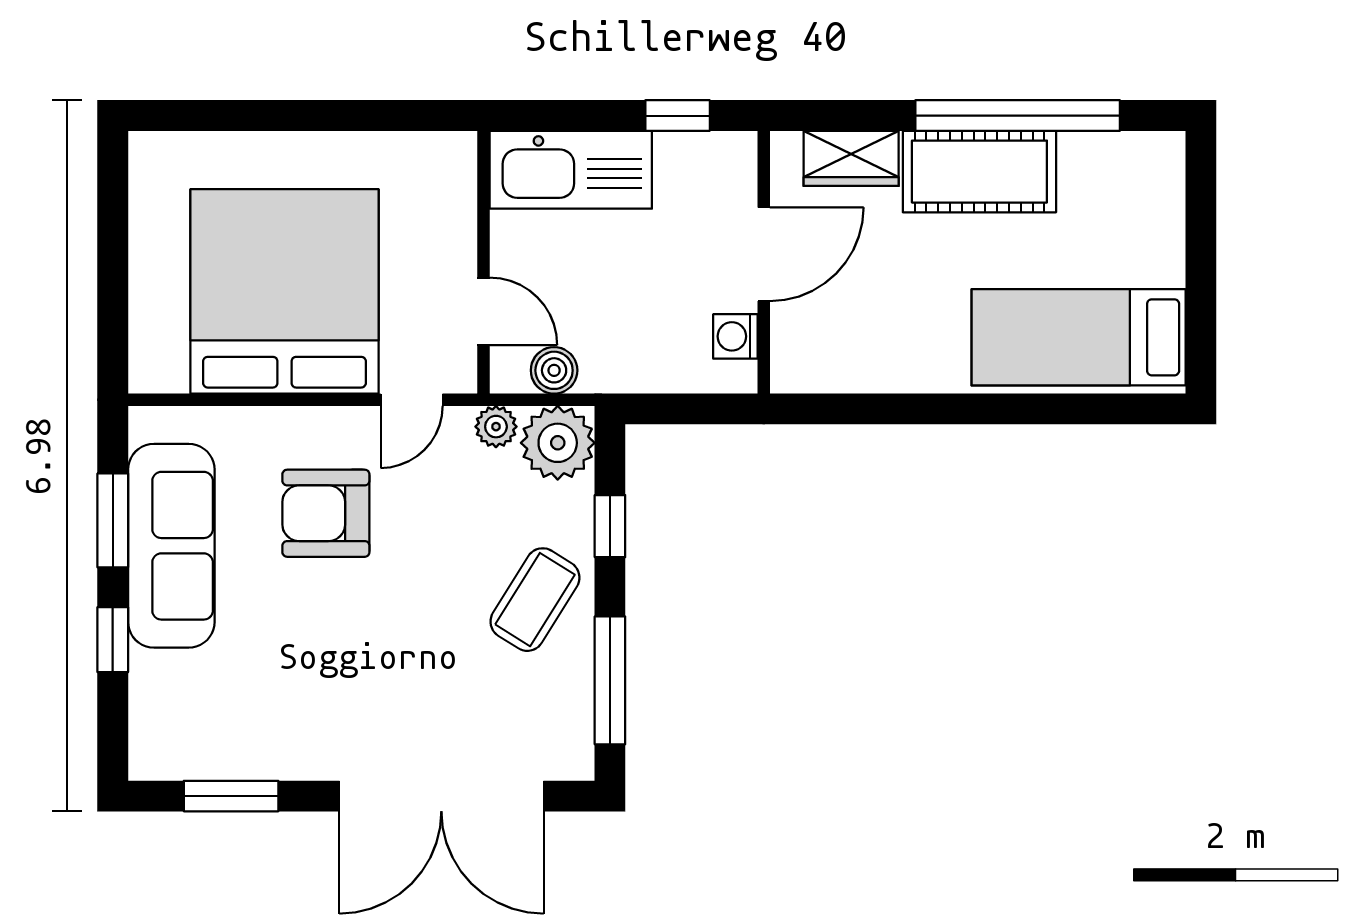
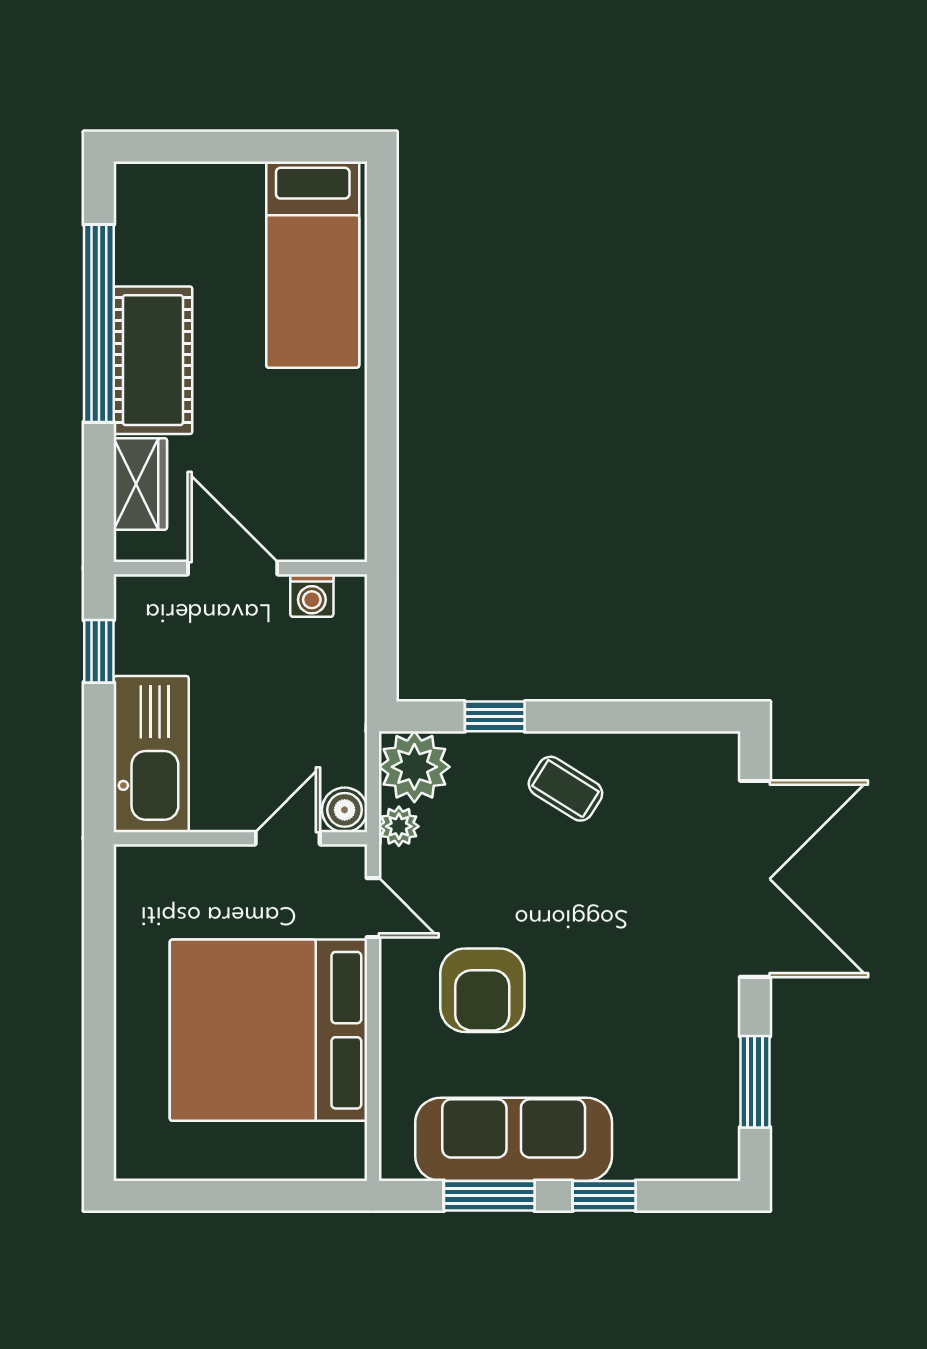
boiler: (554, 370) -> (345, 810), moved
coffee table: (535, 600) -> (565, 789), width x0.73, depth x0.77
window: (610, 680) -> (643, 716), removed

